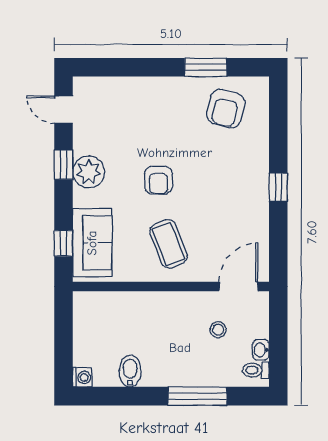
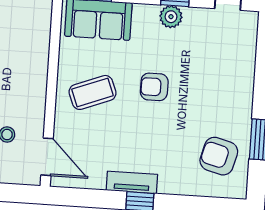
plant: (89, 172) -> (171, 17), width x0.73, depth x0.73
tv unit: (259, 197) -> (132, 182), added

